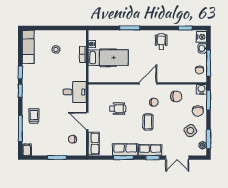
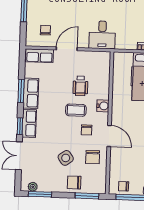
door: (148, 83) -> (109, 136), moved
water cooler: (201, 89) -> (103, 106), moved
coffee table: (148, 122) -> (76, 110), moved
side table: (190, 131) -> (66, 158), moved

